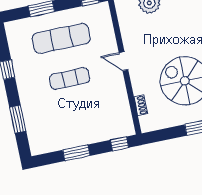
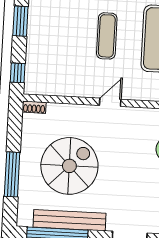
shoe rack: (141, 105) -> (34, 107), moved

